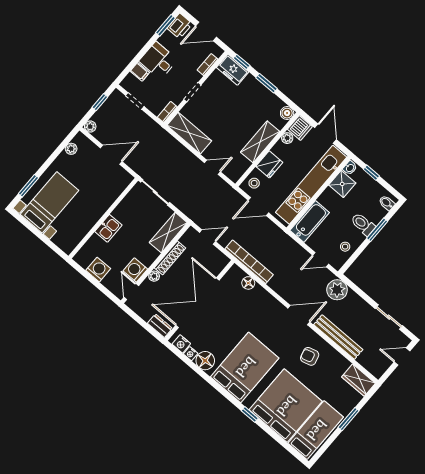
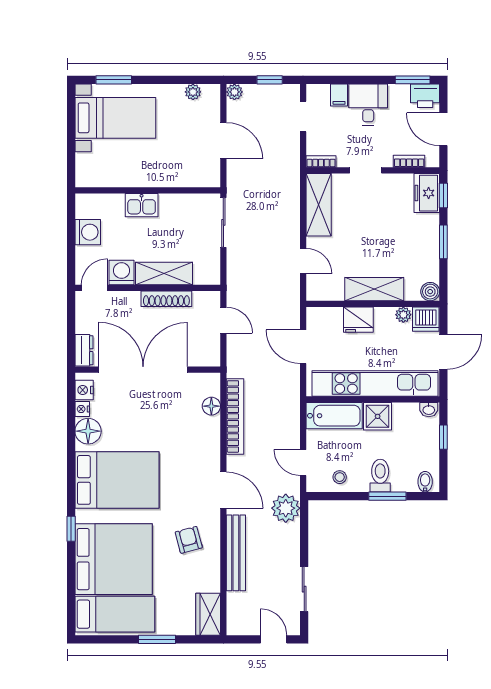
stool: (254, 183) -> (324, 321), removed
shower: (342, 184) -> (378, 416), moved
shelving: (168, 233) -> (164, 274), moved
bookcase: (249, 262) -> (235, 416), moved
plant: (154, 276) -> (132, 298), removed

